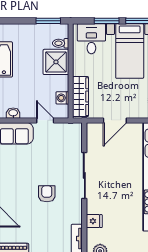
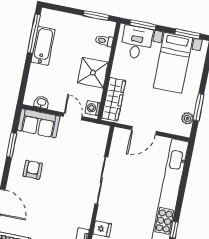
window: (107, 21) -> (143, 25), moved
shower: (56, 62) -> (93, 73), moved
washing machine: (62, 98) -> (93, 108), moved
armchair: (47, 194) -> (33, 170), moved

